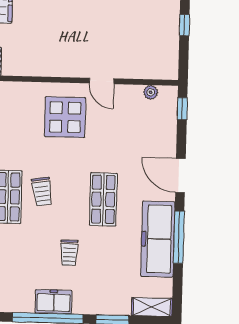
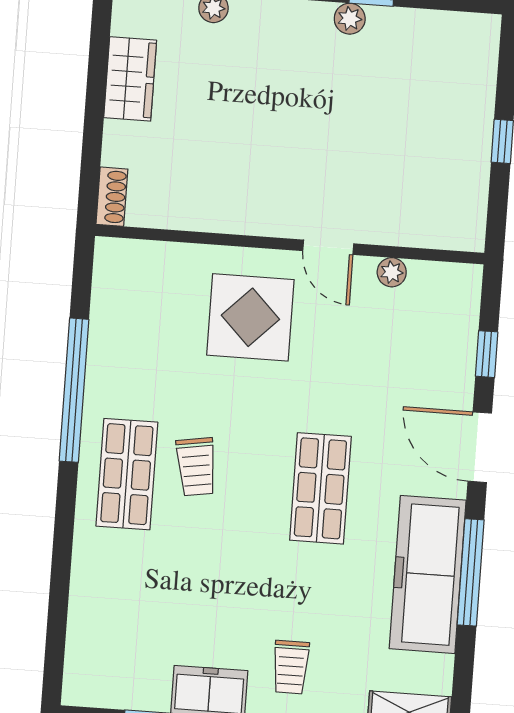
plant: (151, 92) -> (392, 272), moved
window: (182, 109) -> (487, 354), moved
trolley: (69, 253) -> (291, 667), moved

